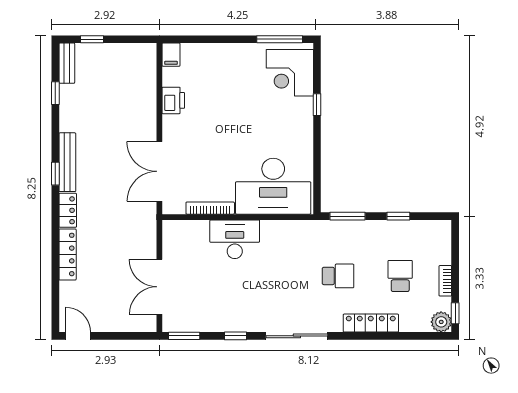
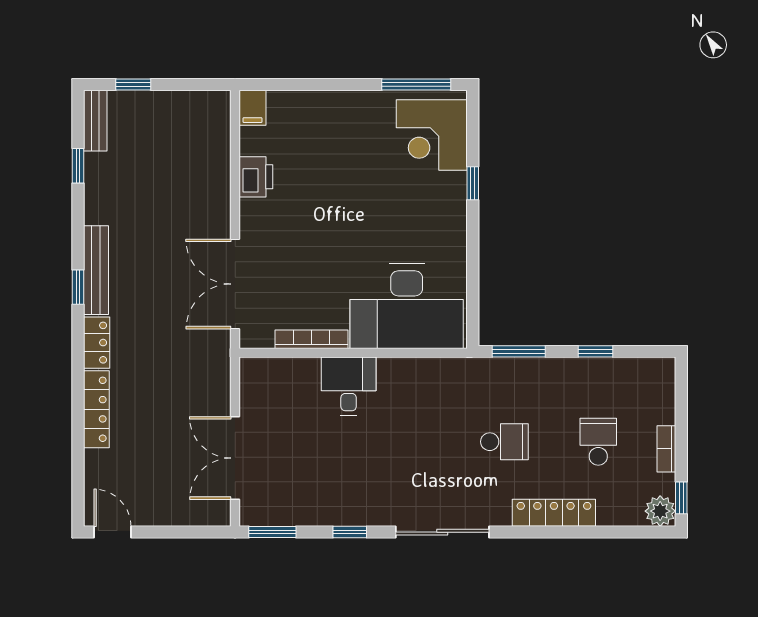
desk: (235, 239) -> (349, 386), width x0.73

